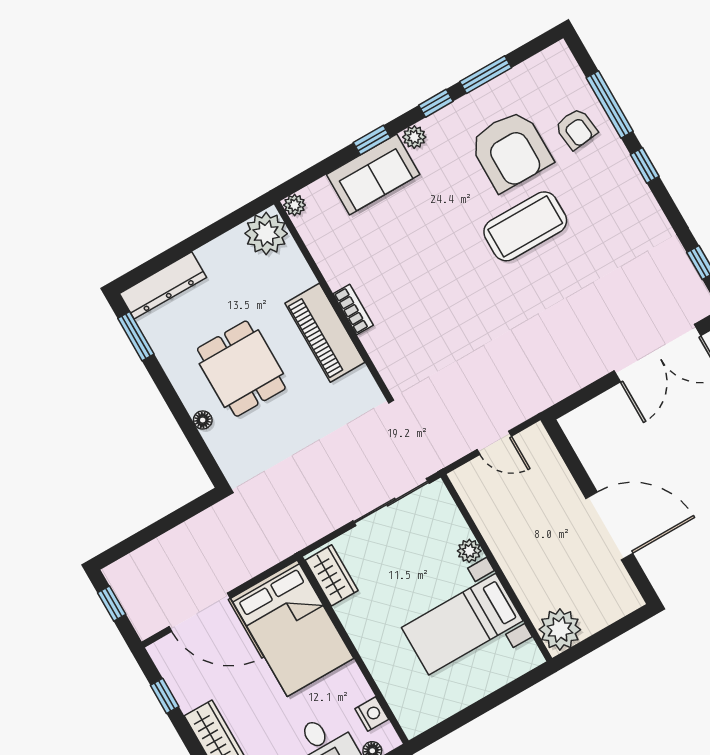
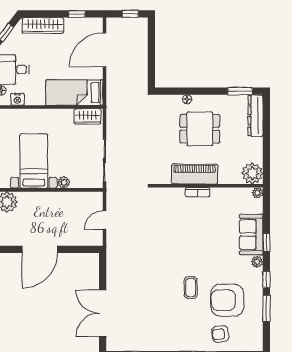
coffee table: (525, 226) -> (191, 288), width x0.54, depth x0.58
bed: (292, 628) -> (74, 93), width x0.67

